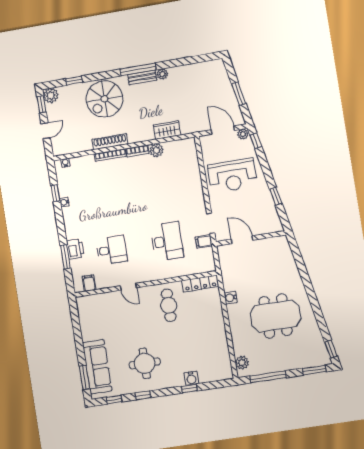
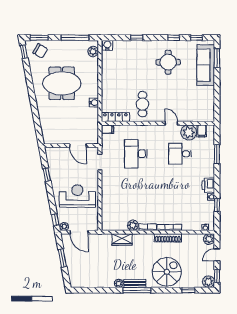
plant: (59, 149) -> (209, 239), added
filing cabinet: (204, 241) -> (107, 129), moved
printer: (75, 249) -> (208, 185), moved
plant: (105, 279) -> (189, 132), added
chair: (310, 353) -> (40, 51), added
water cooler: (191, 378) -> (107, 45), moved

